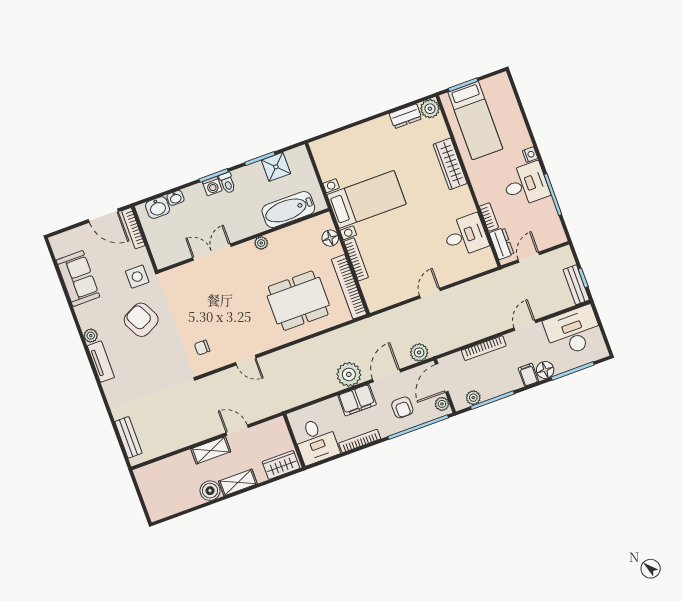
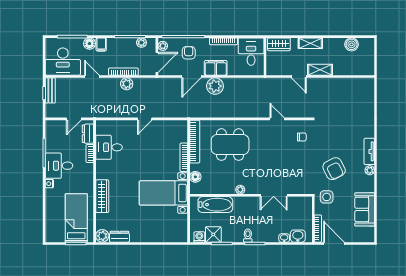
washing machine: (212, 186) -> (199, 237), moved
door: (525, 325) -> (92, 77), swing flipped
plant: (419, 352) -> (127, 84), moved
bench: (128, 437) -> (369, 97), removed
boiler: (210, 491) -> (352, 44), moved

